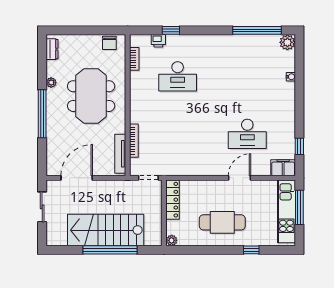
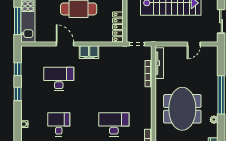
desk: (247, 76) -> (59, 124), added
window: (299, 115) -> (18, 94), added
filing cabinet: (283, 168) -> (89, 52), moved
door: (77, 178) -> (194, 44), width x0.53
door: (239, 178) -> (65, 44), swing flipped

